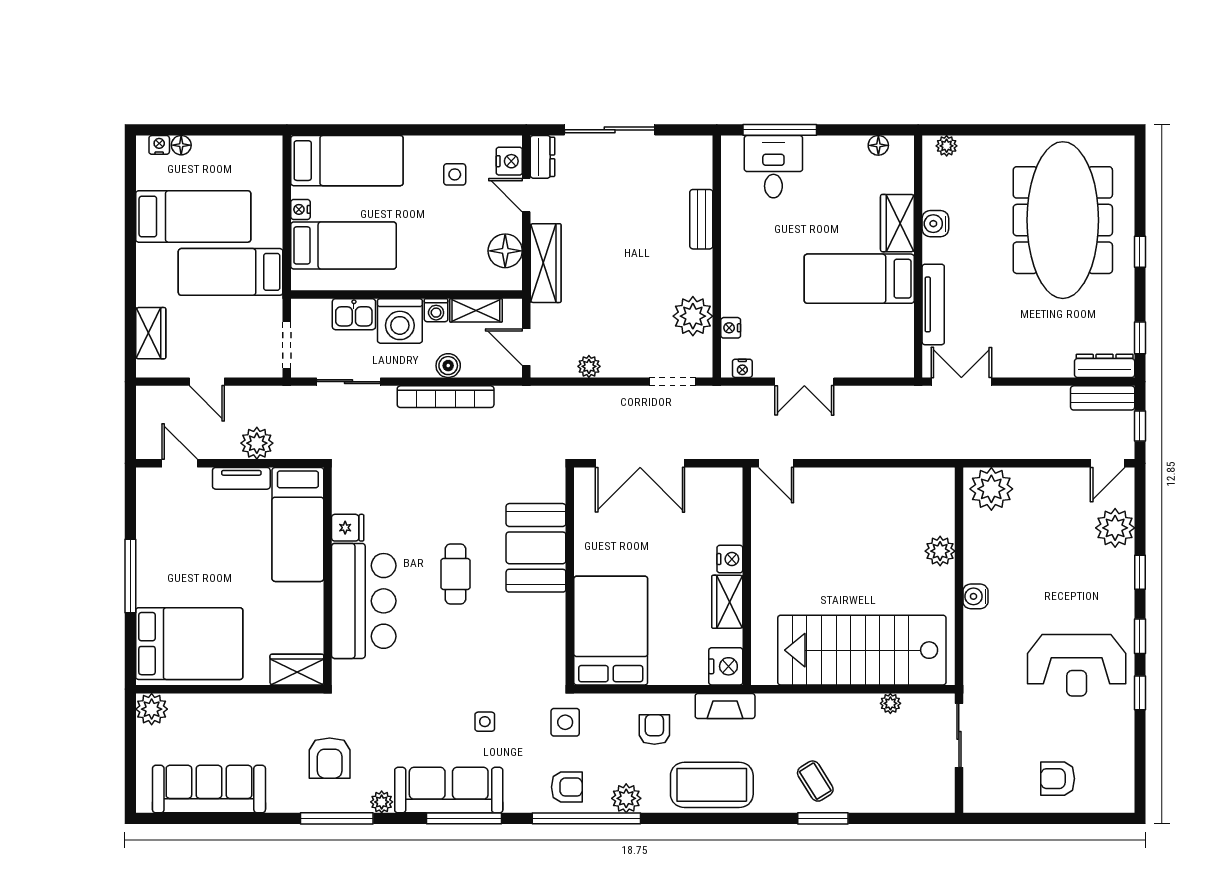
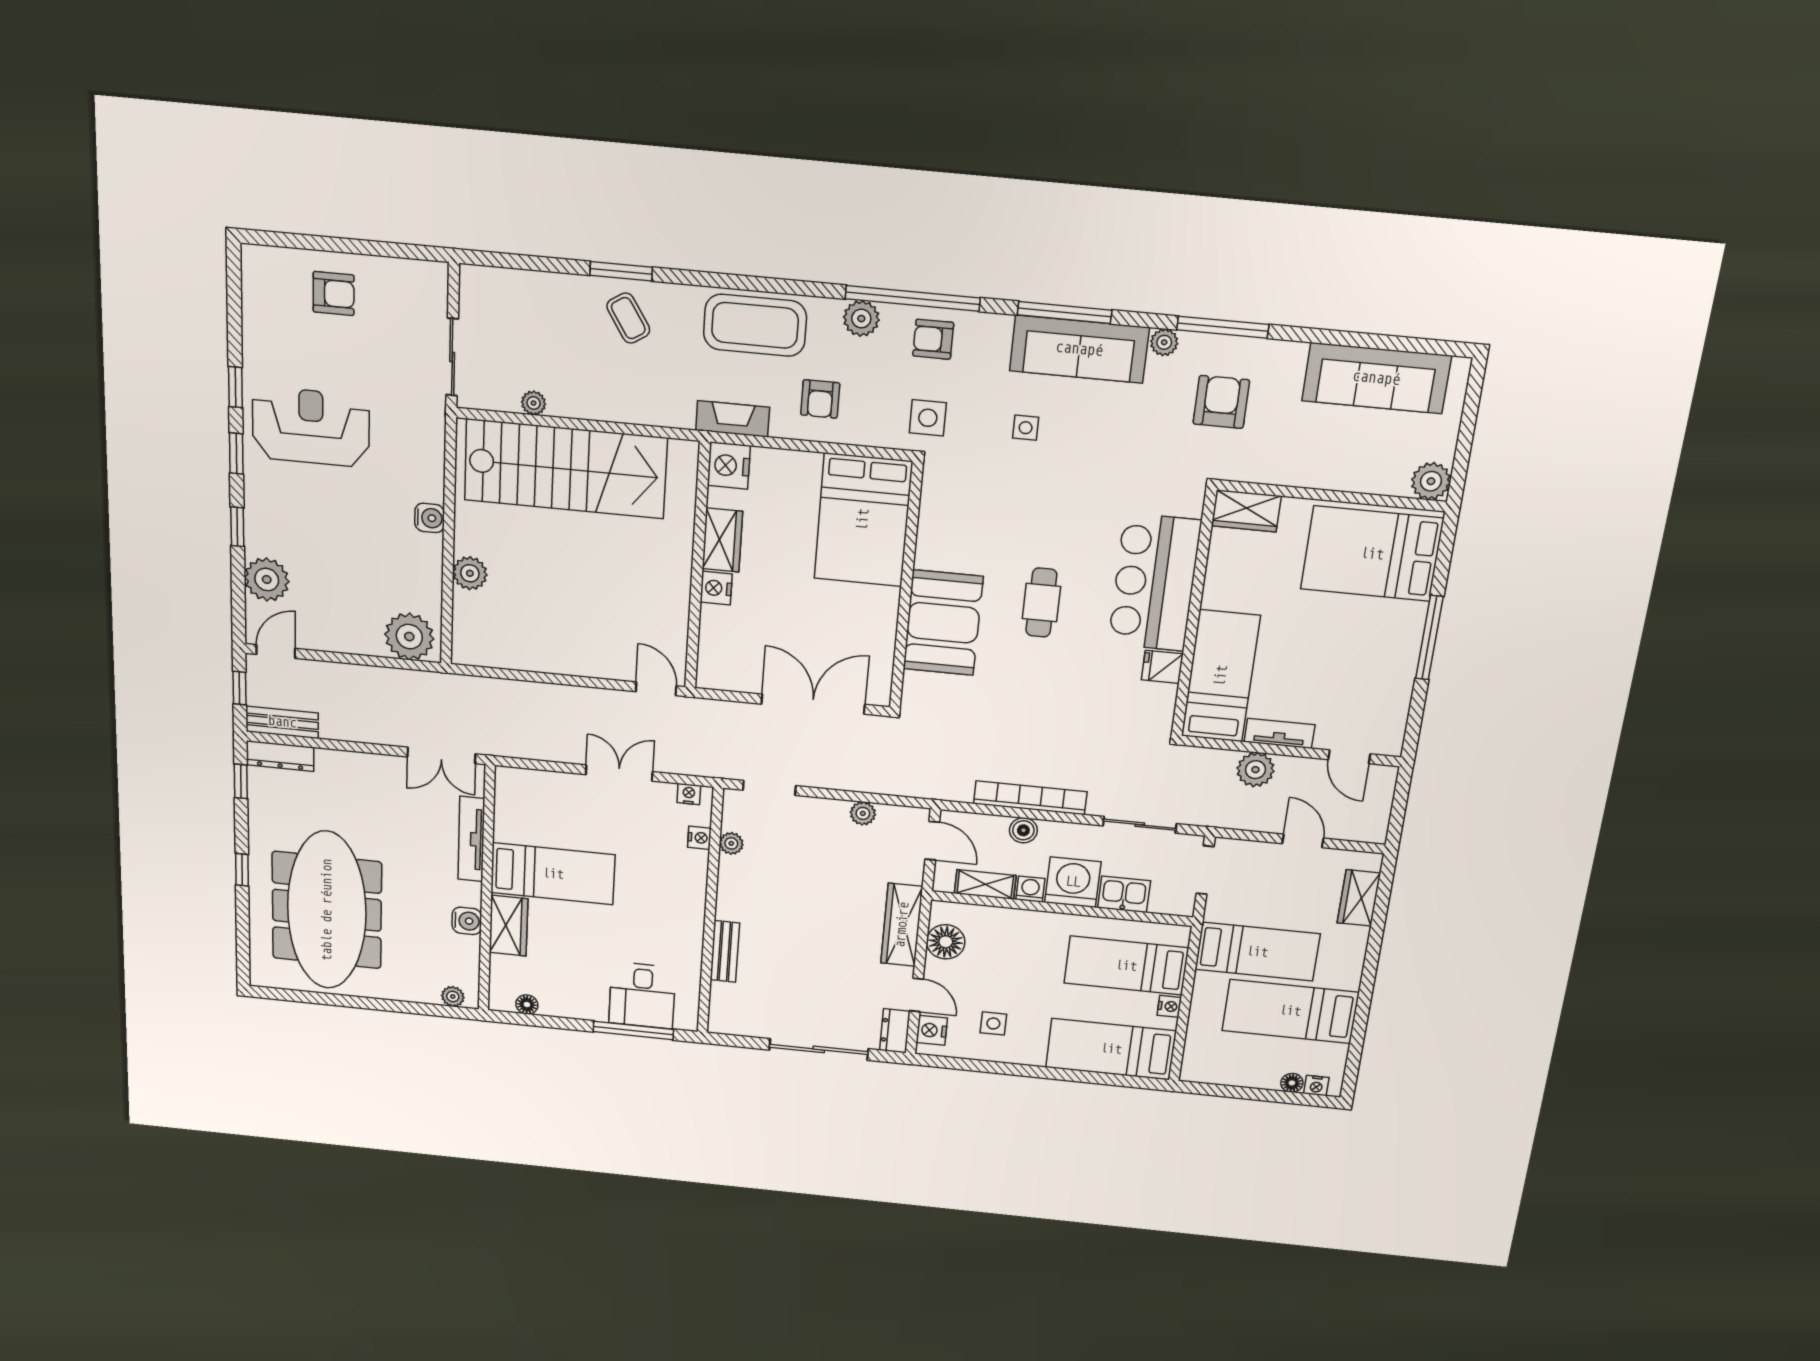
plant: (693, 316) -> (731, 843), width x0.53, depth x0.53

